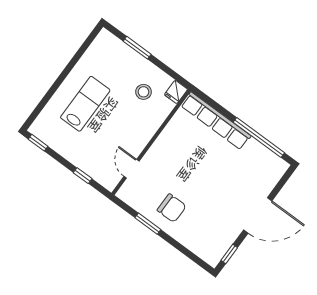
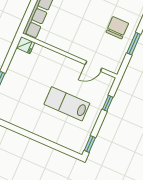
stool: (144, 92) -> (31, 70), removed
lab bench: (85, 104) -> (67, 104), moved

